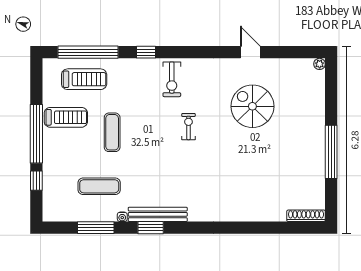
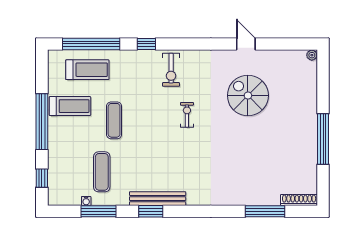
window: (36, 181) -> (42, 178), moved
exercise mat: (99, 186) -> (102, 172), turned 90
water cooler: (122, 217) -> (86, 201), moved
window: (270, 228) -> (265, 211), added

